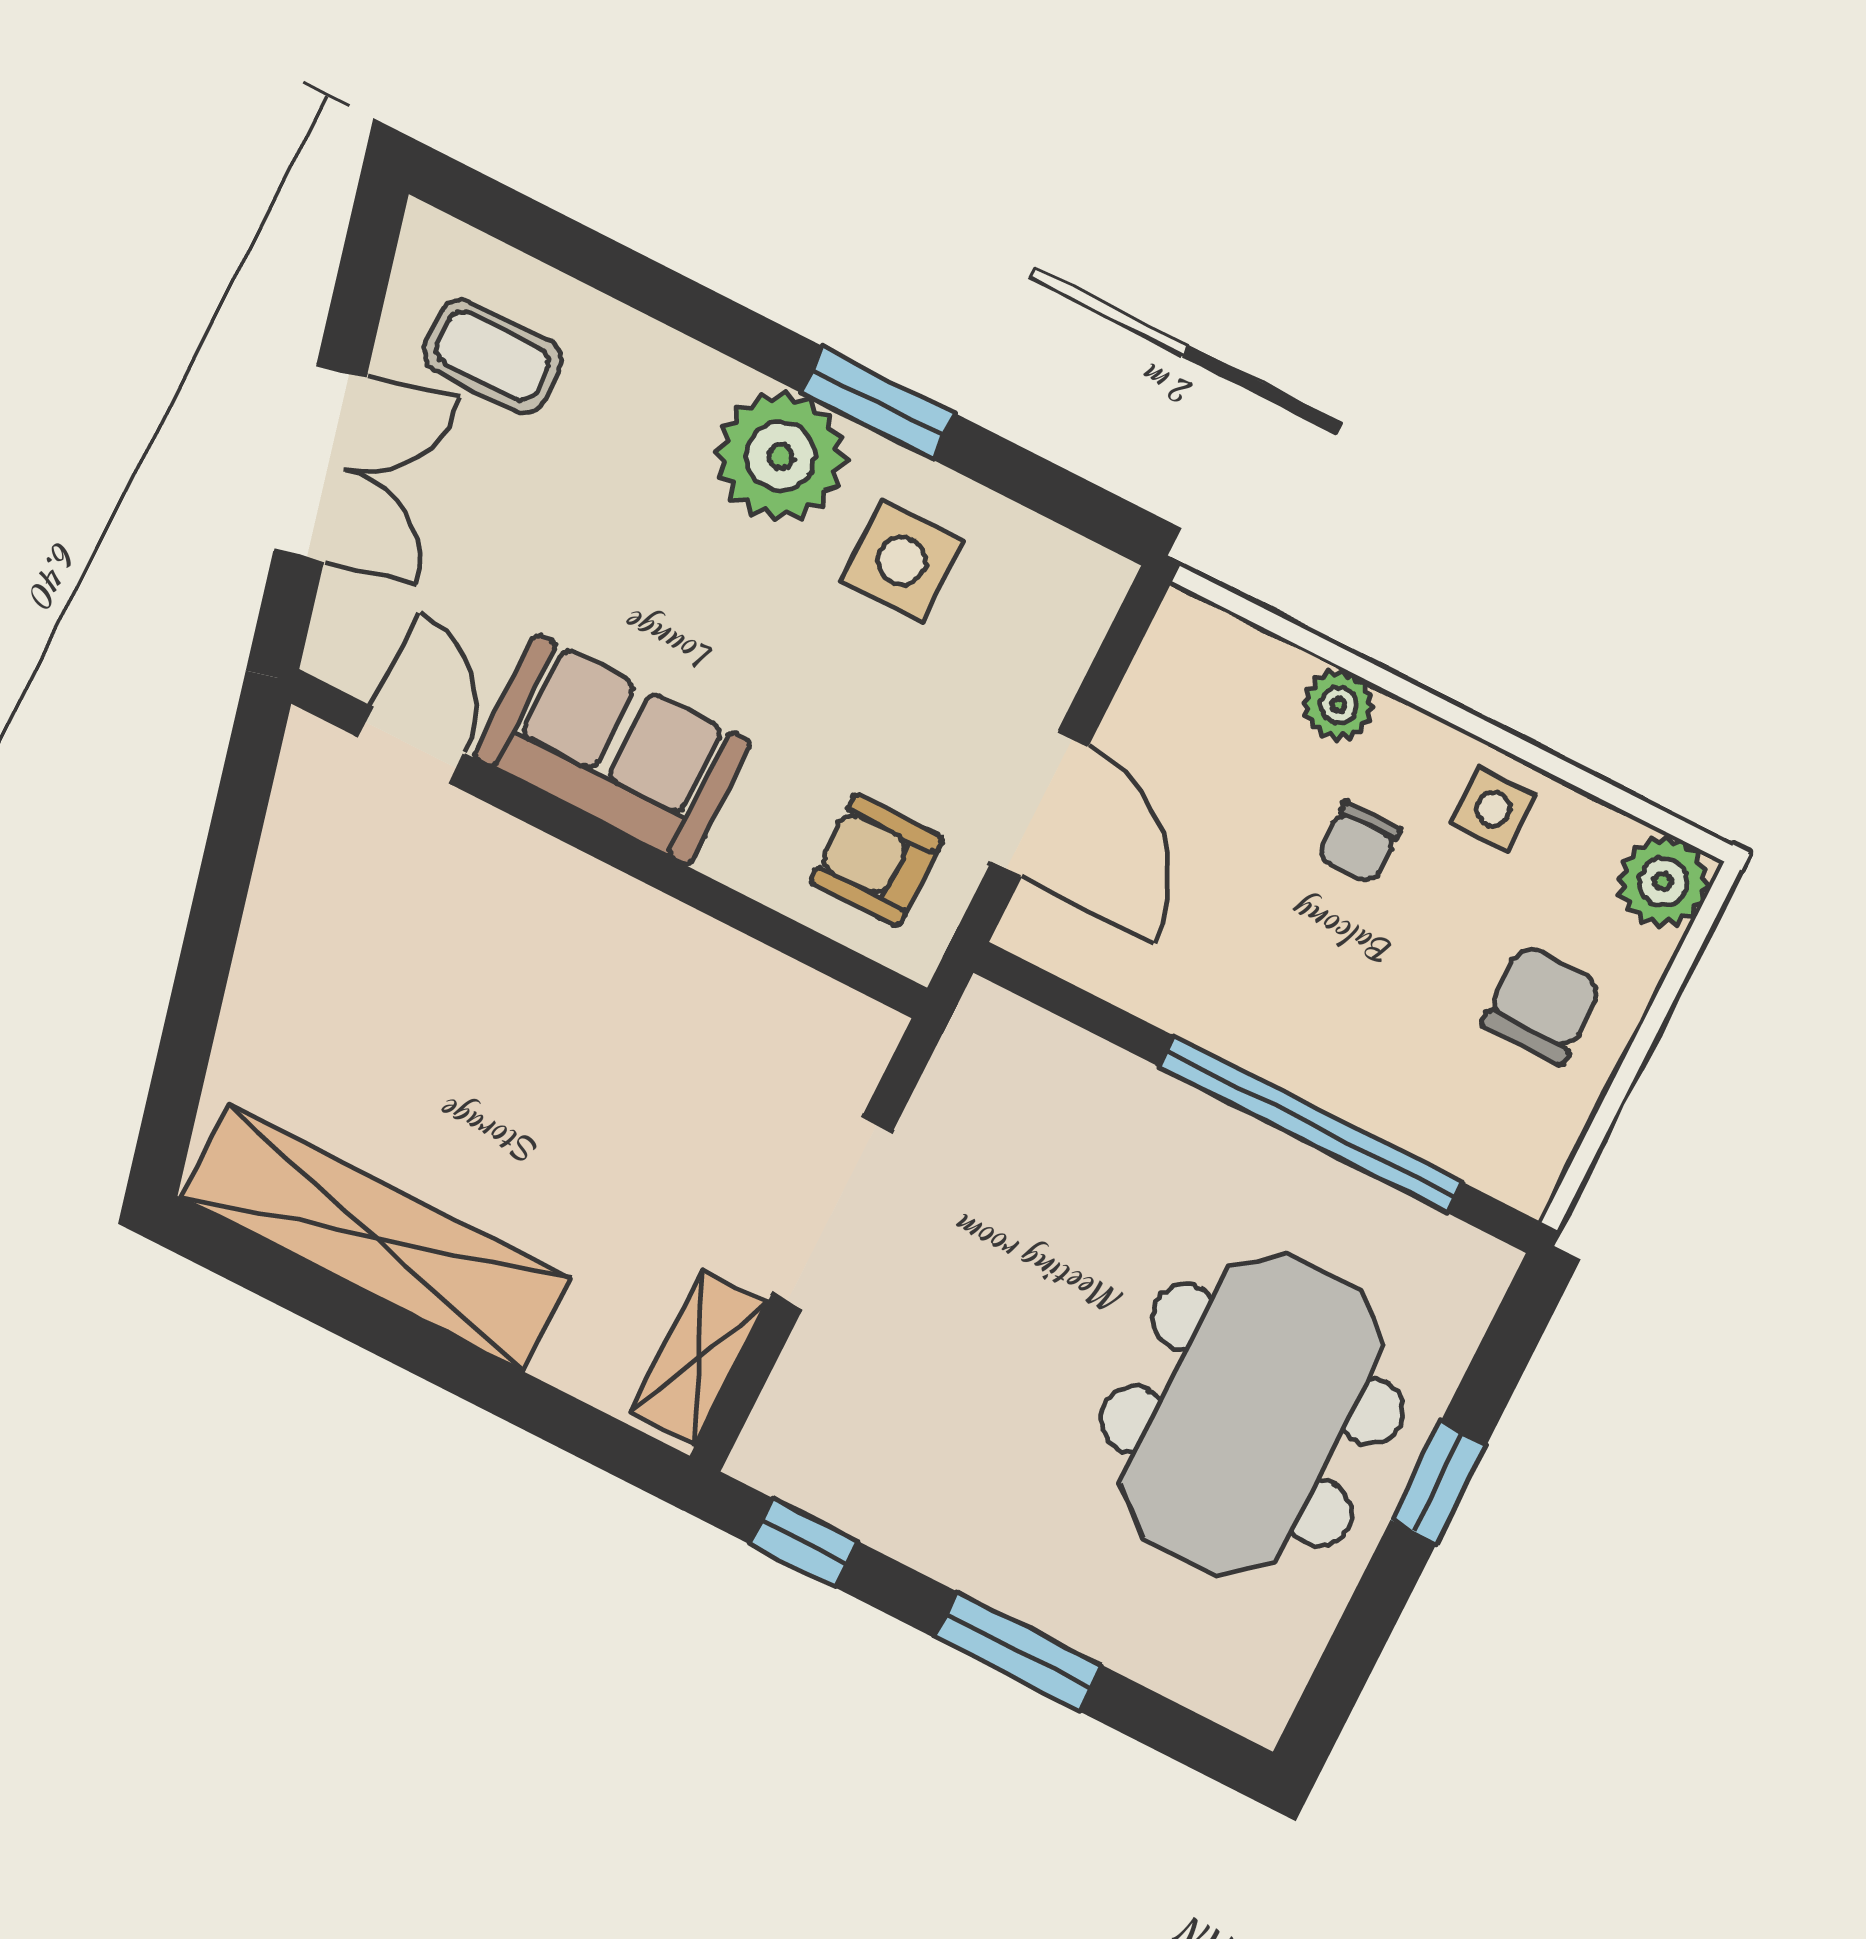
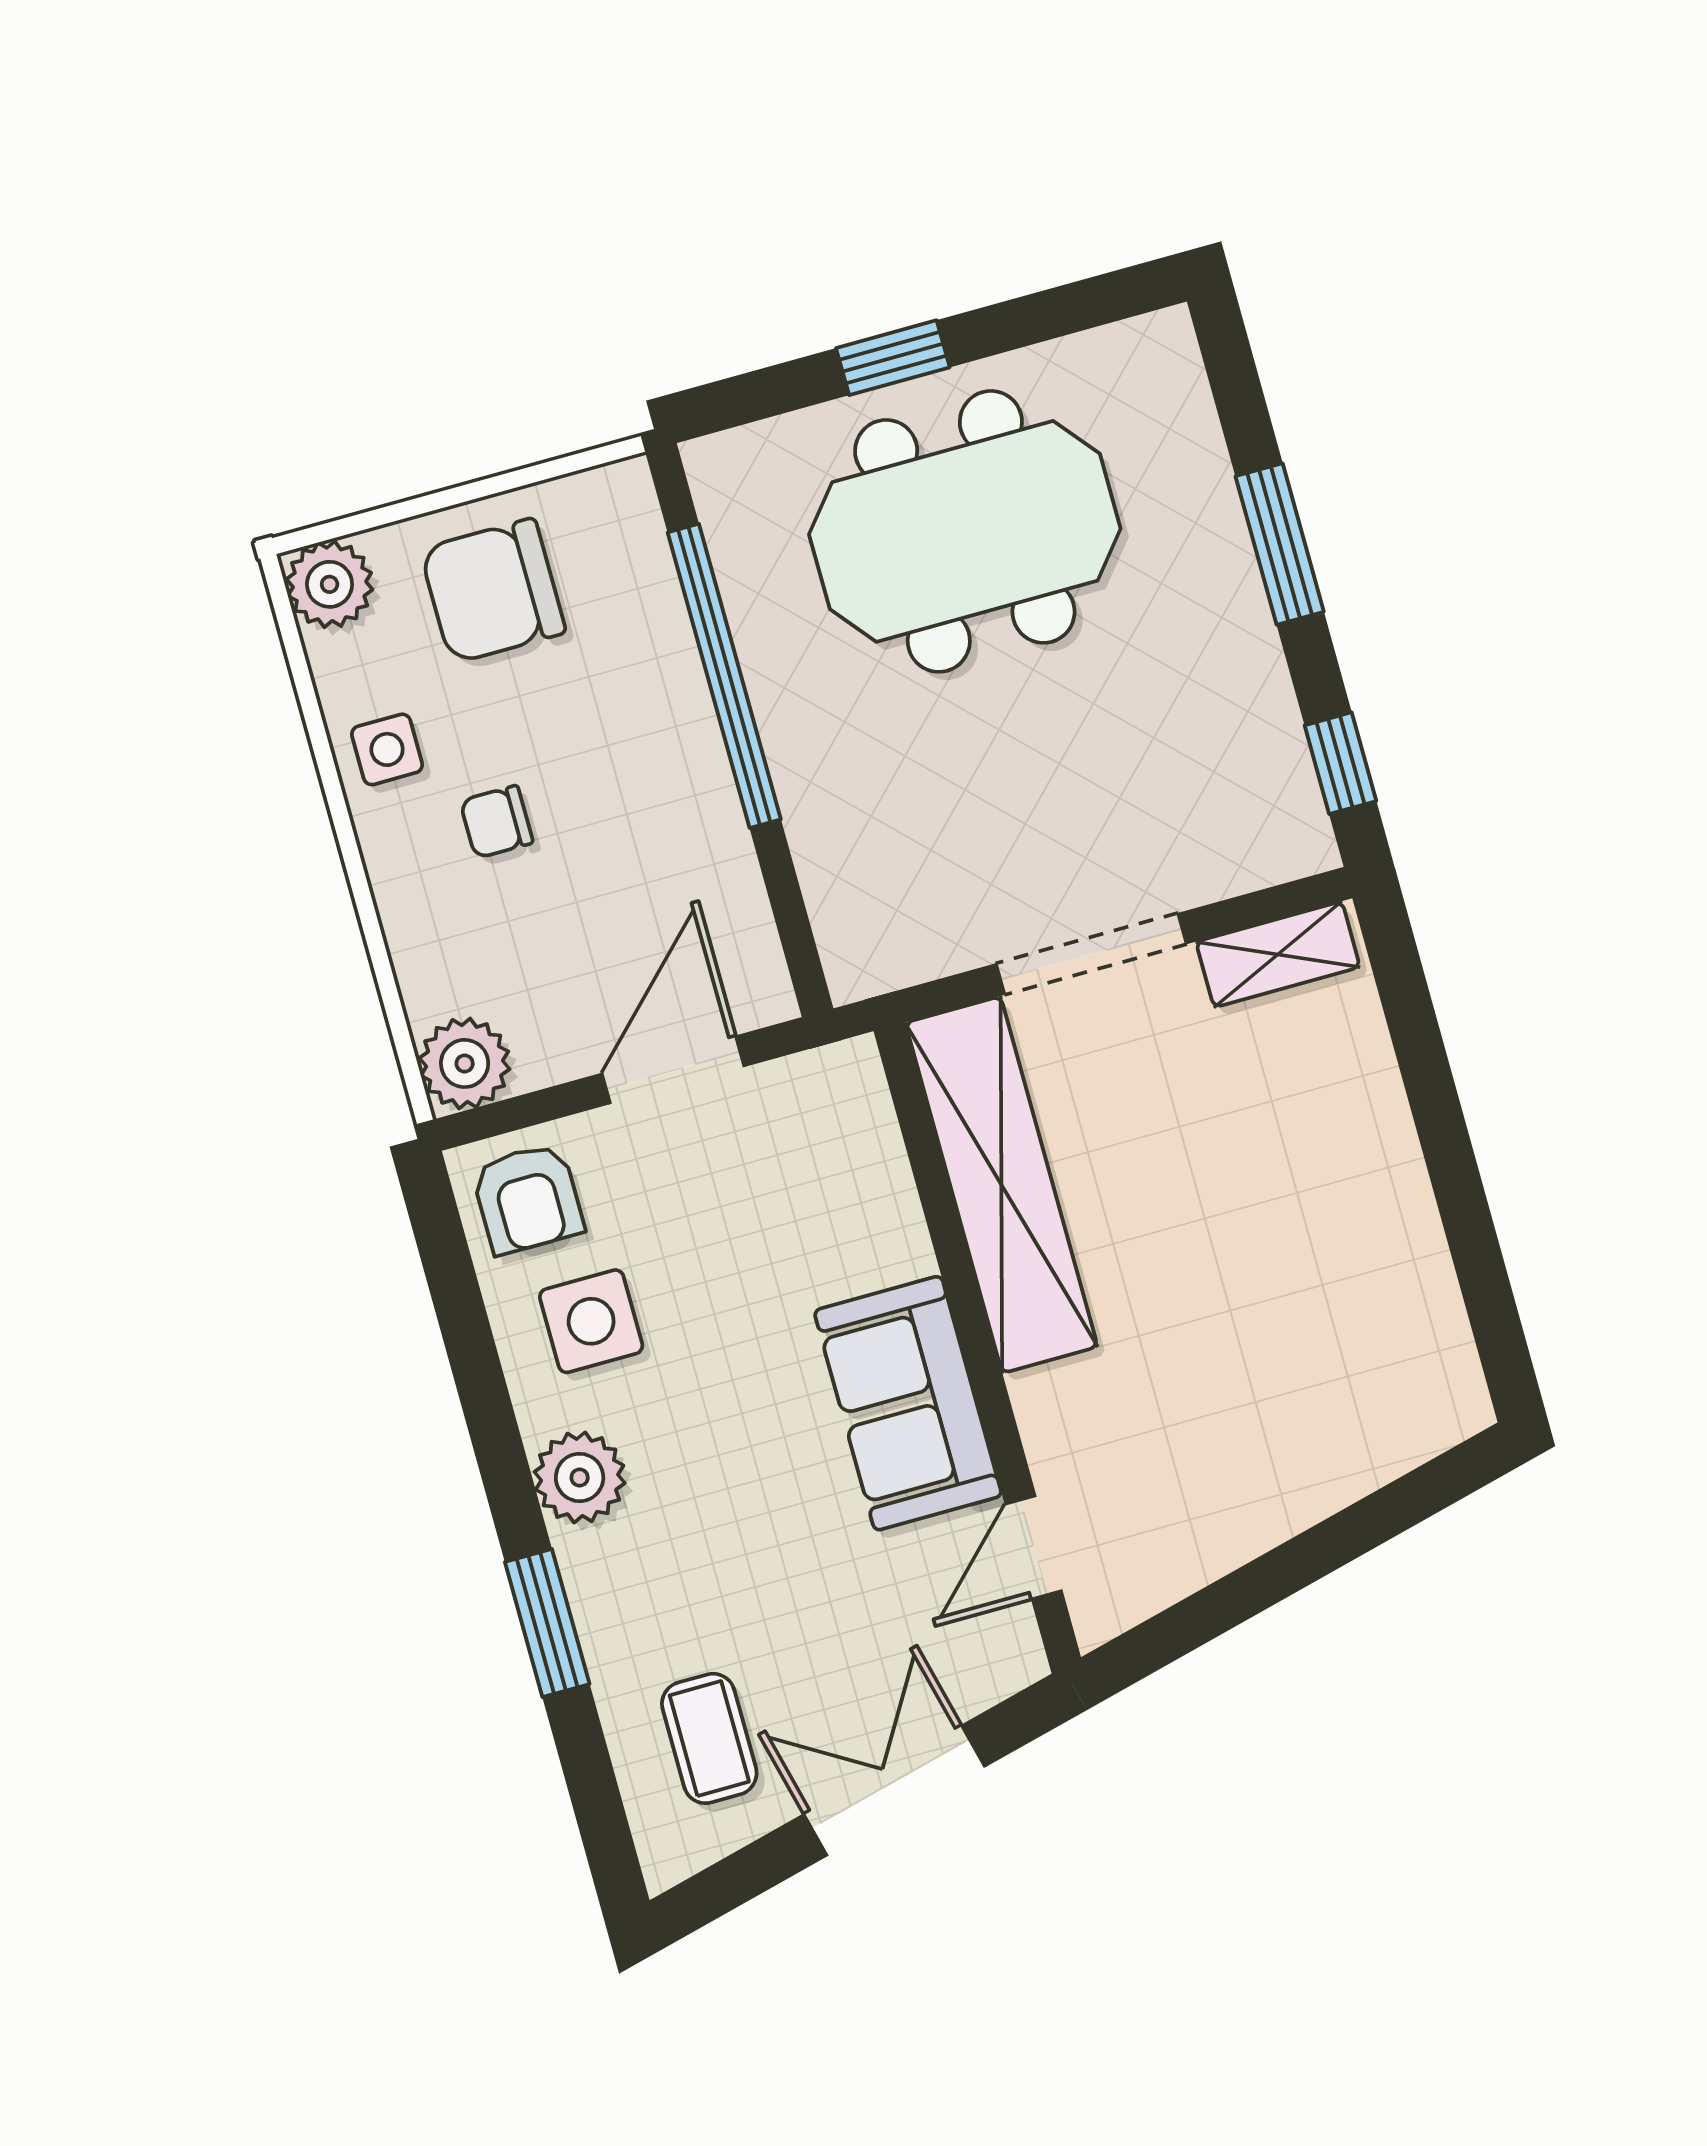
window: (878, 403) -> (547, 1623), moved
plant: (780, 456) -> (580, 1477), width x0.73, depth x0.73
plant: (1339, 705) -> (465, 1063), moved, width x1.38, depth x1.38
chair: (1359, 843) -> (496, 822), turned 180
armchair: (877, 860) -> (528, 1199), moved
chair: (1542, 1004) -> (493, 591), width x1.37, depth x1.37
shelving: (376, 1238) -> (1001, 1185), moved

